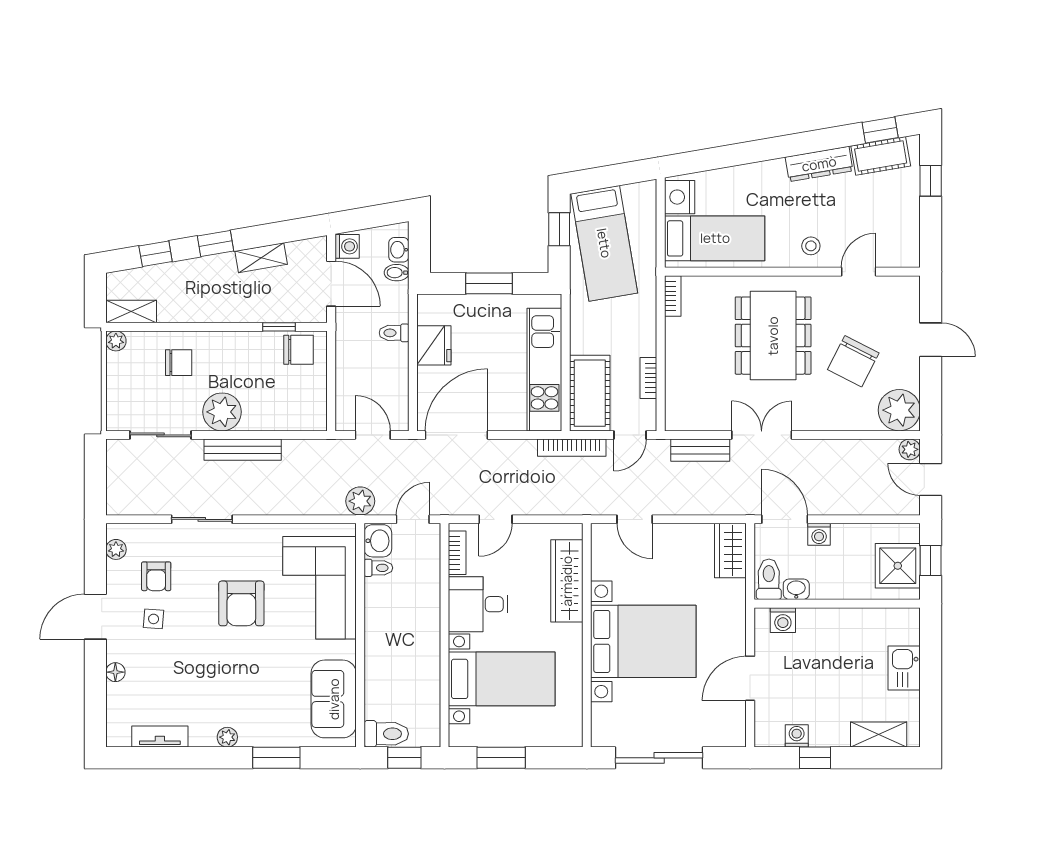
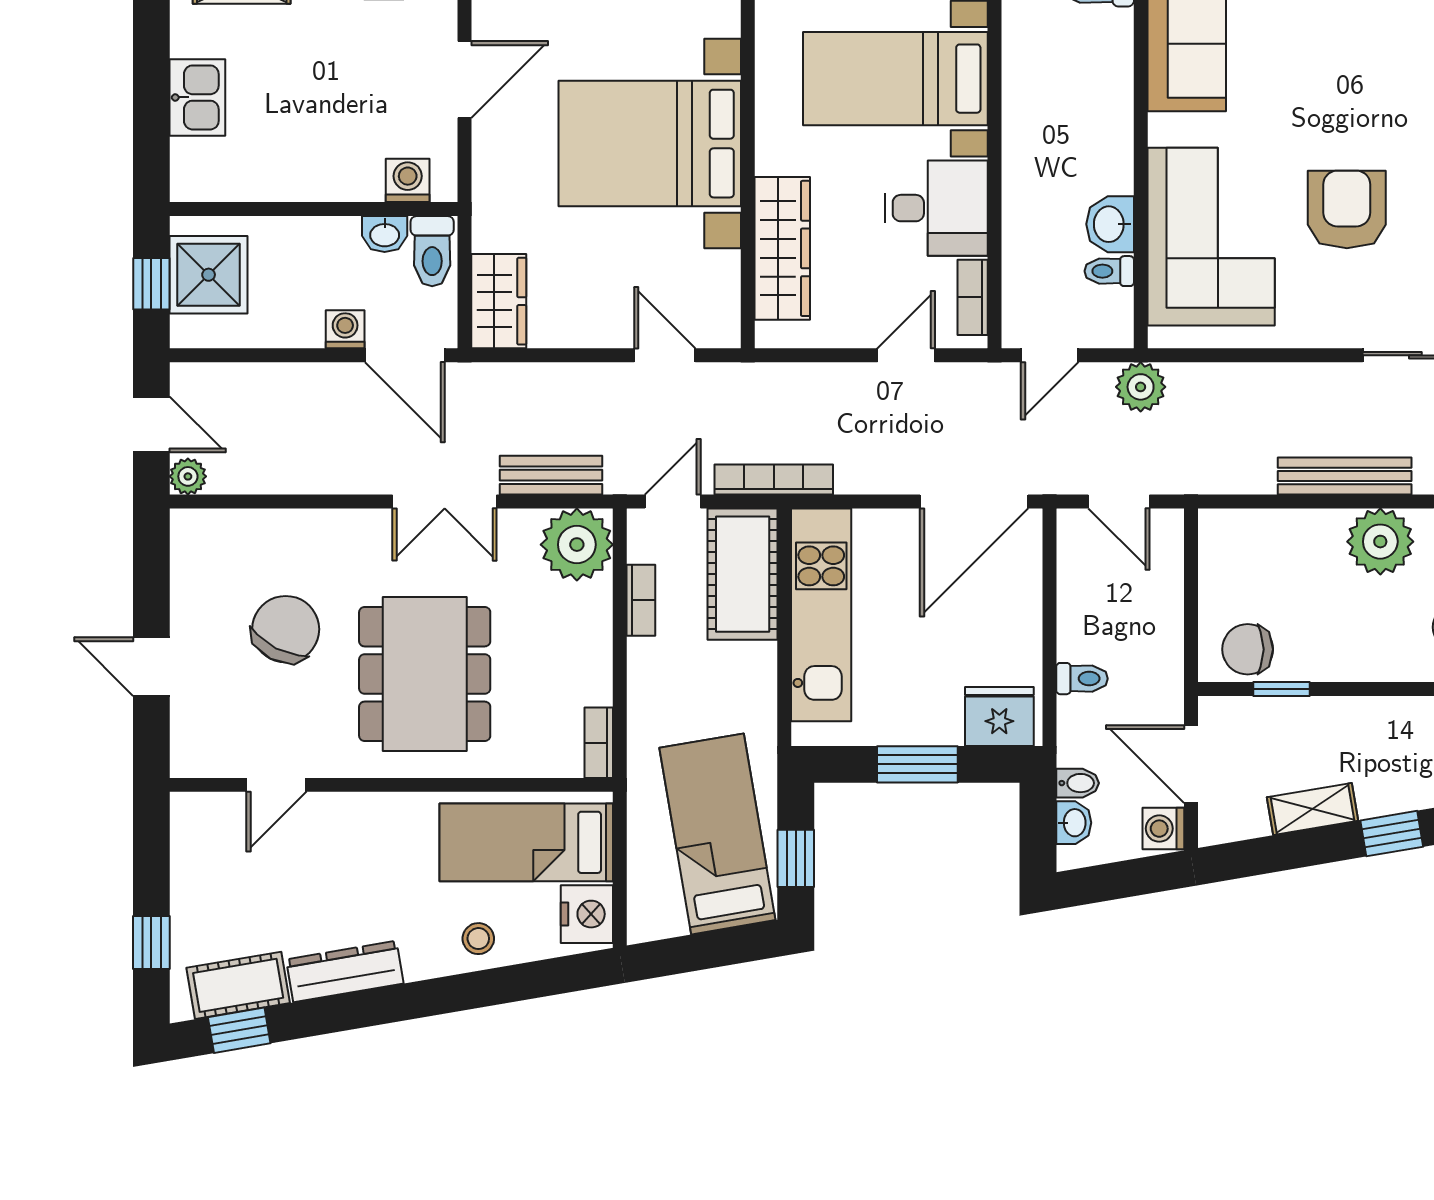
stool: (811, 246) -> (478, 939), moved
fridge: (434, 345) -> (999, 716), moved, turned 90
plant: (899, 410) -> (577, 545), moved
washbasin: (378, 541) -> (1110, 224), moved

